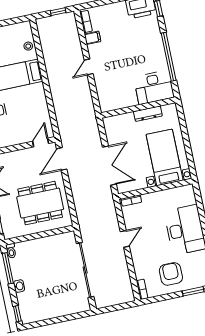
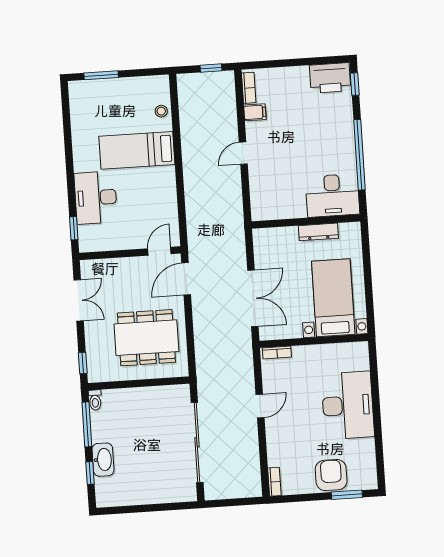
armchair: (171, 274) -> (331, 475), moved
washbasin: (19, 286) -> (103, 460), width x1.91, depth x1.45
window: (17, 314) -> (90, 473), moved

